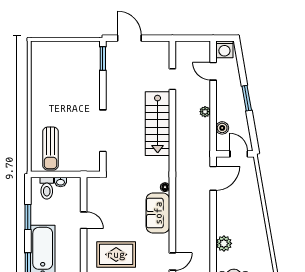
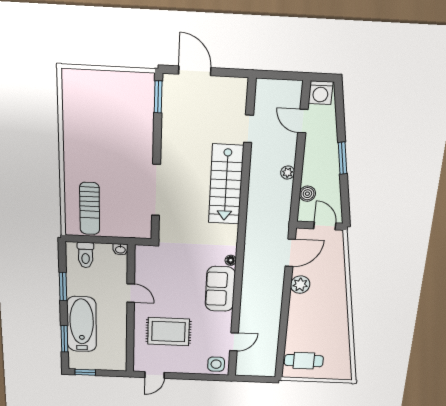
washbasin: (61, 182) -> (120, 249), moved
plant: (224, 243) -> (300, 285), moved

